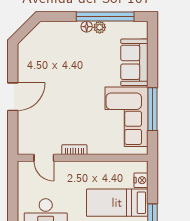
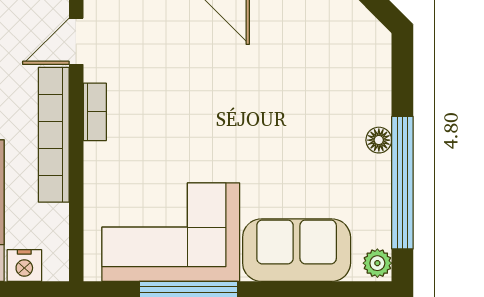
plant: (100, 27) -> (377, 263), moved
bookcase: (84, 167) -> (54, 135), added

